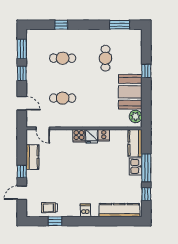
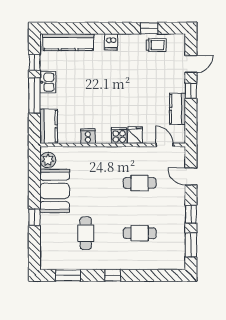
window: (61, 25) -> (113, 275), moved
fridge: (92, 136) -> (135, 135), moved
kitchen sink: (136, 166) -> (48, 82), moved

